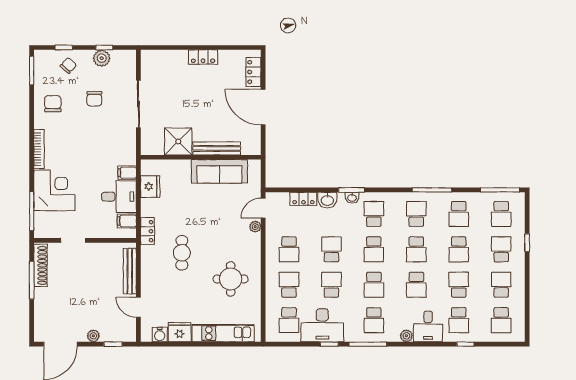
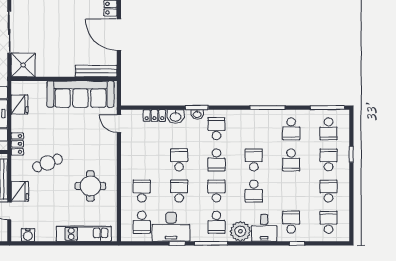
shower: (178, 141) -> (23, 65), moved
bench: (217, 148) -> (96, 71), moved
sofa: (219, 171) -> (80, 94), width x1.36, depth x1.27
door: (263, 208) -> (119, 124), hinge flipped
school desk: (416, 214) -> (254, 129), removed
plant: (255, 227) -> (112, 140), removed
school desk: (289, 249) -> (142, 160), removed
school desk: (416, 249) -> (254, 160), turned 180
cafe table: (182, 253) -> (47, 163), turned 69
school desk: (374, 285) -> (216, 191), turned 180
school desk: (459, 285) -> (291, 191), removed
school desk: (459, 320) -> (291, 222), turned 180
school desk: (501, 320) -> (329, 222), turned 180
fridge: (180, 332) -> (20, 191), moved, turned 90
plant: (406, 336) -> (240, 231), width x1.87, depth x1.87

